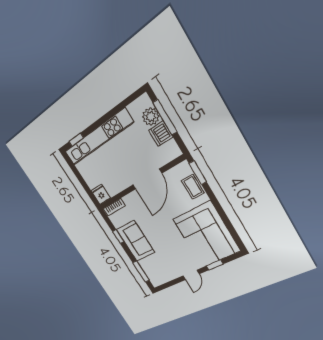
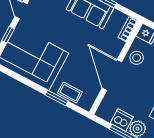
window: (198, 173) -> (56, 98), moved
stool: (119, 180) -> (137, 58), added

